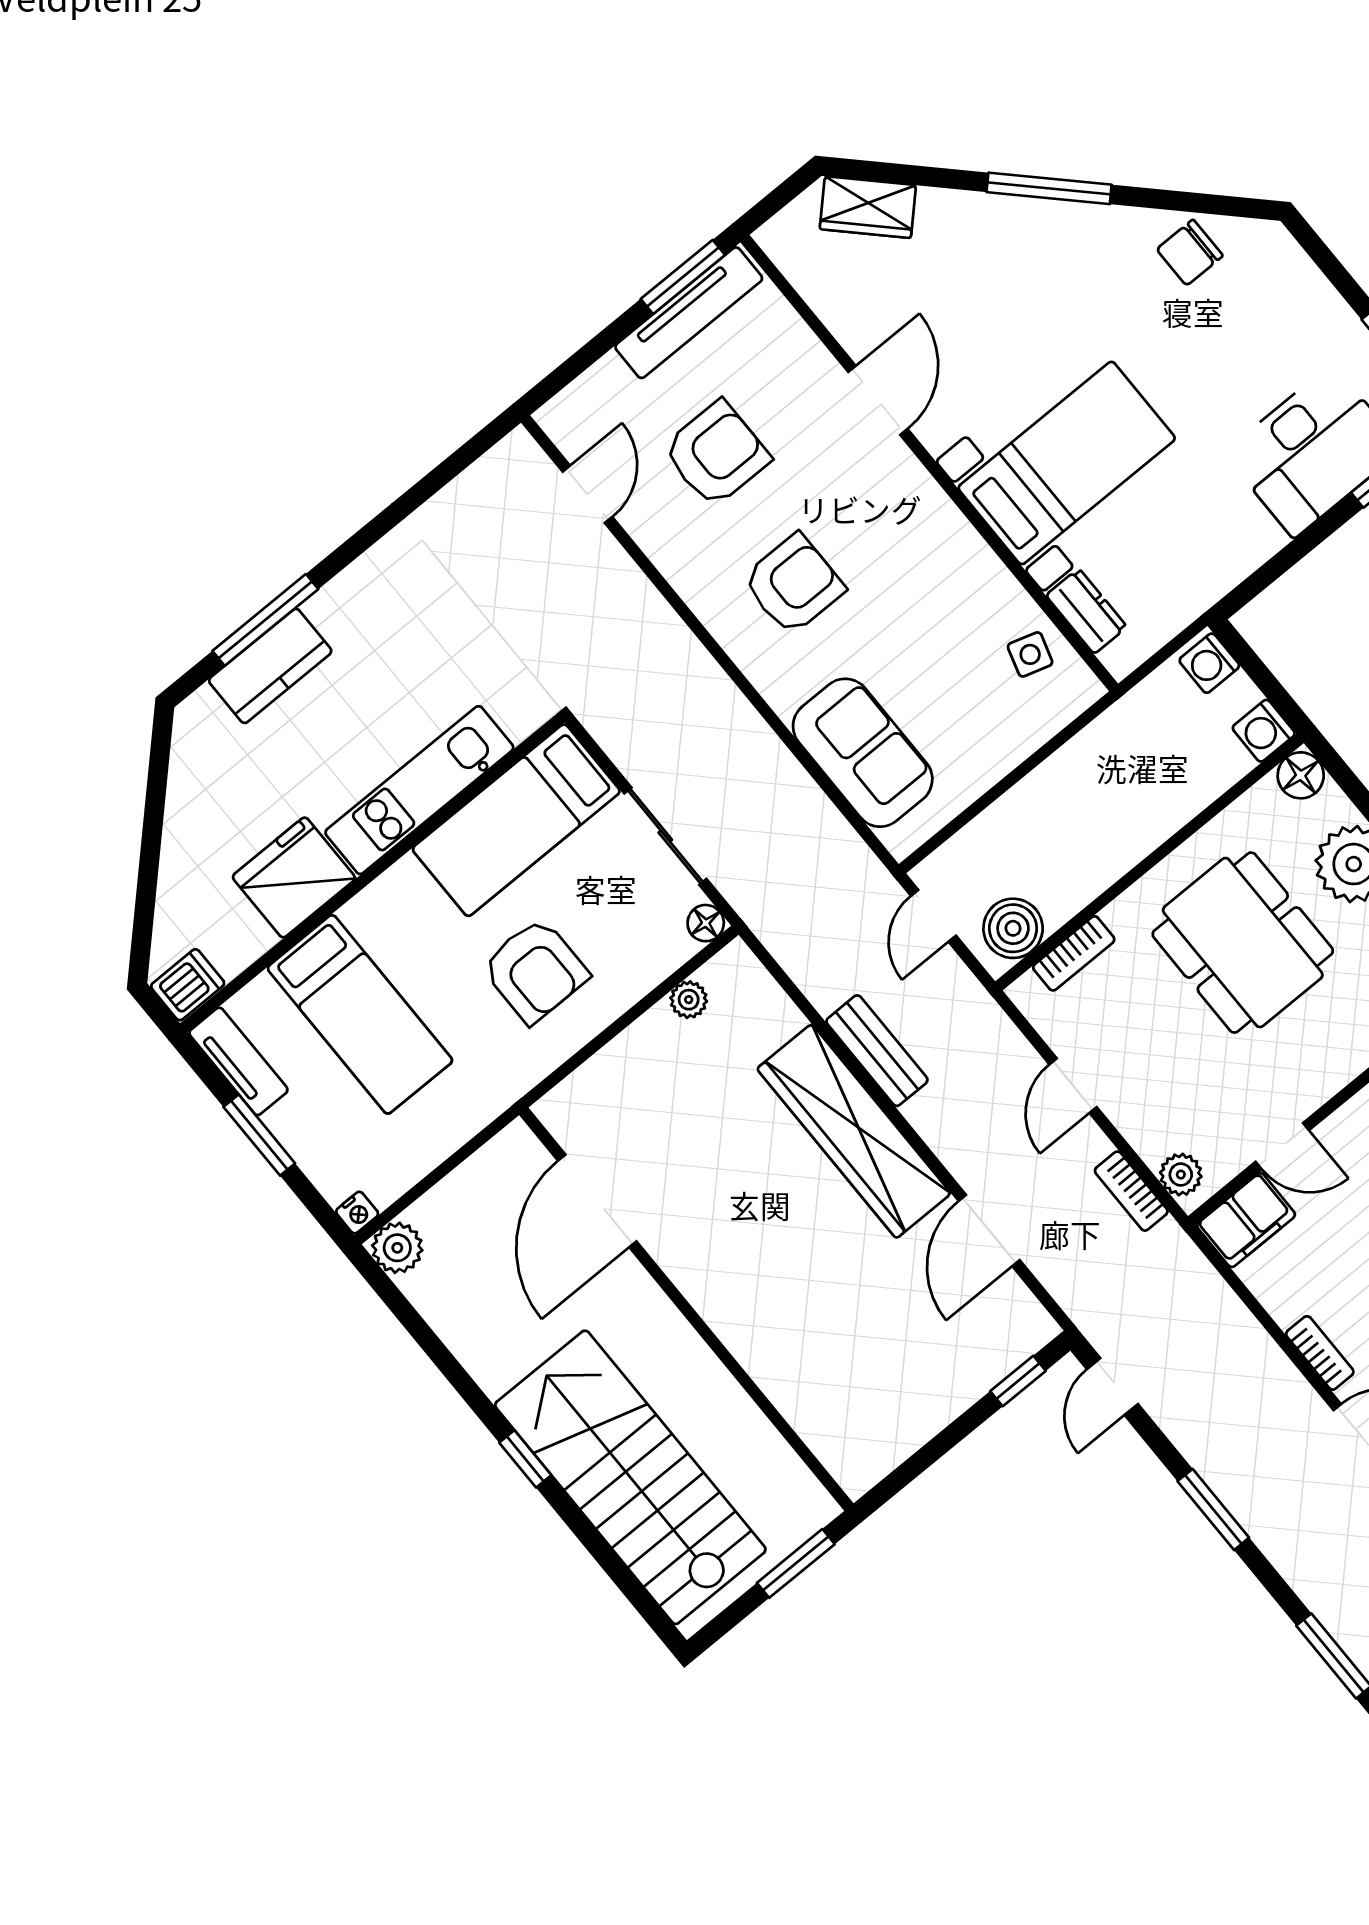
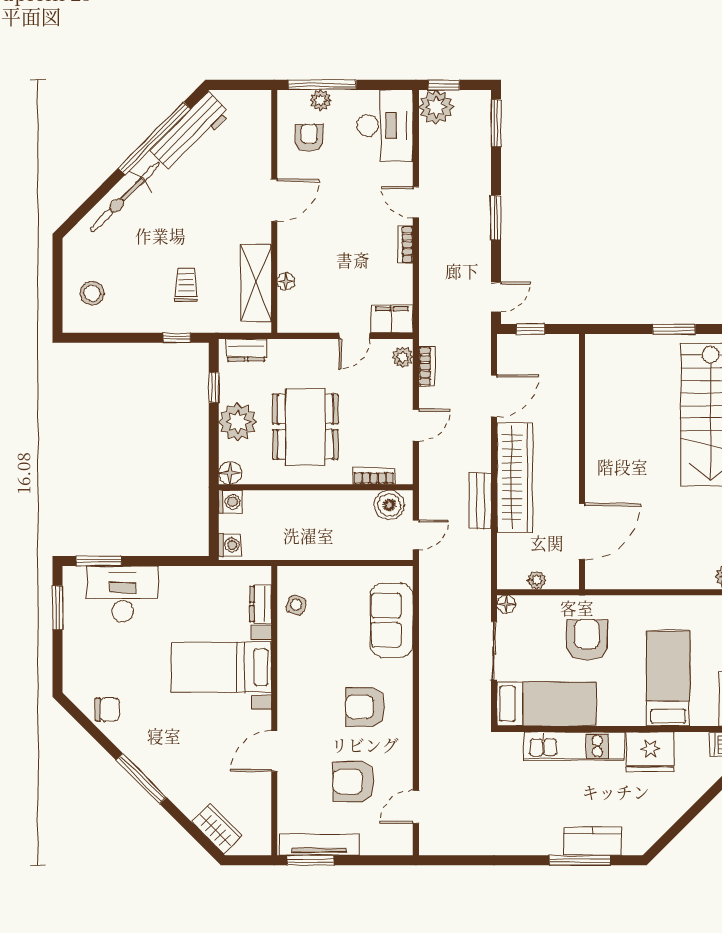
door: (1282, 1146) -> (354, 336), swing flipped
door: (597, 1201) -> (582, 532), moved
wall: (686, 1309) -> (582, 462), moved

